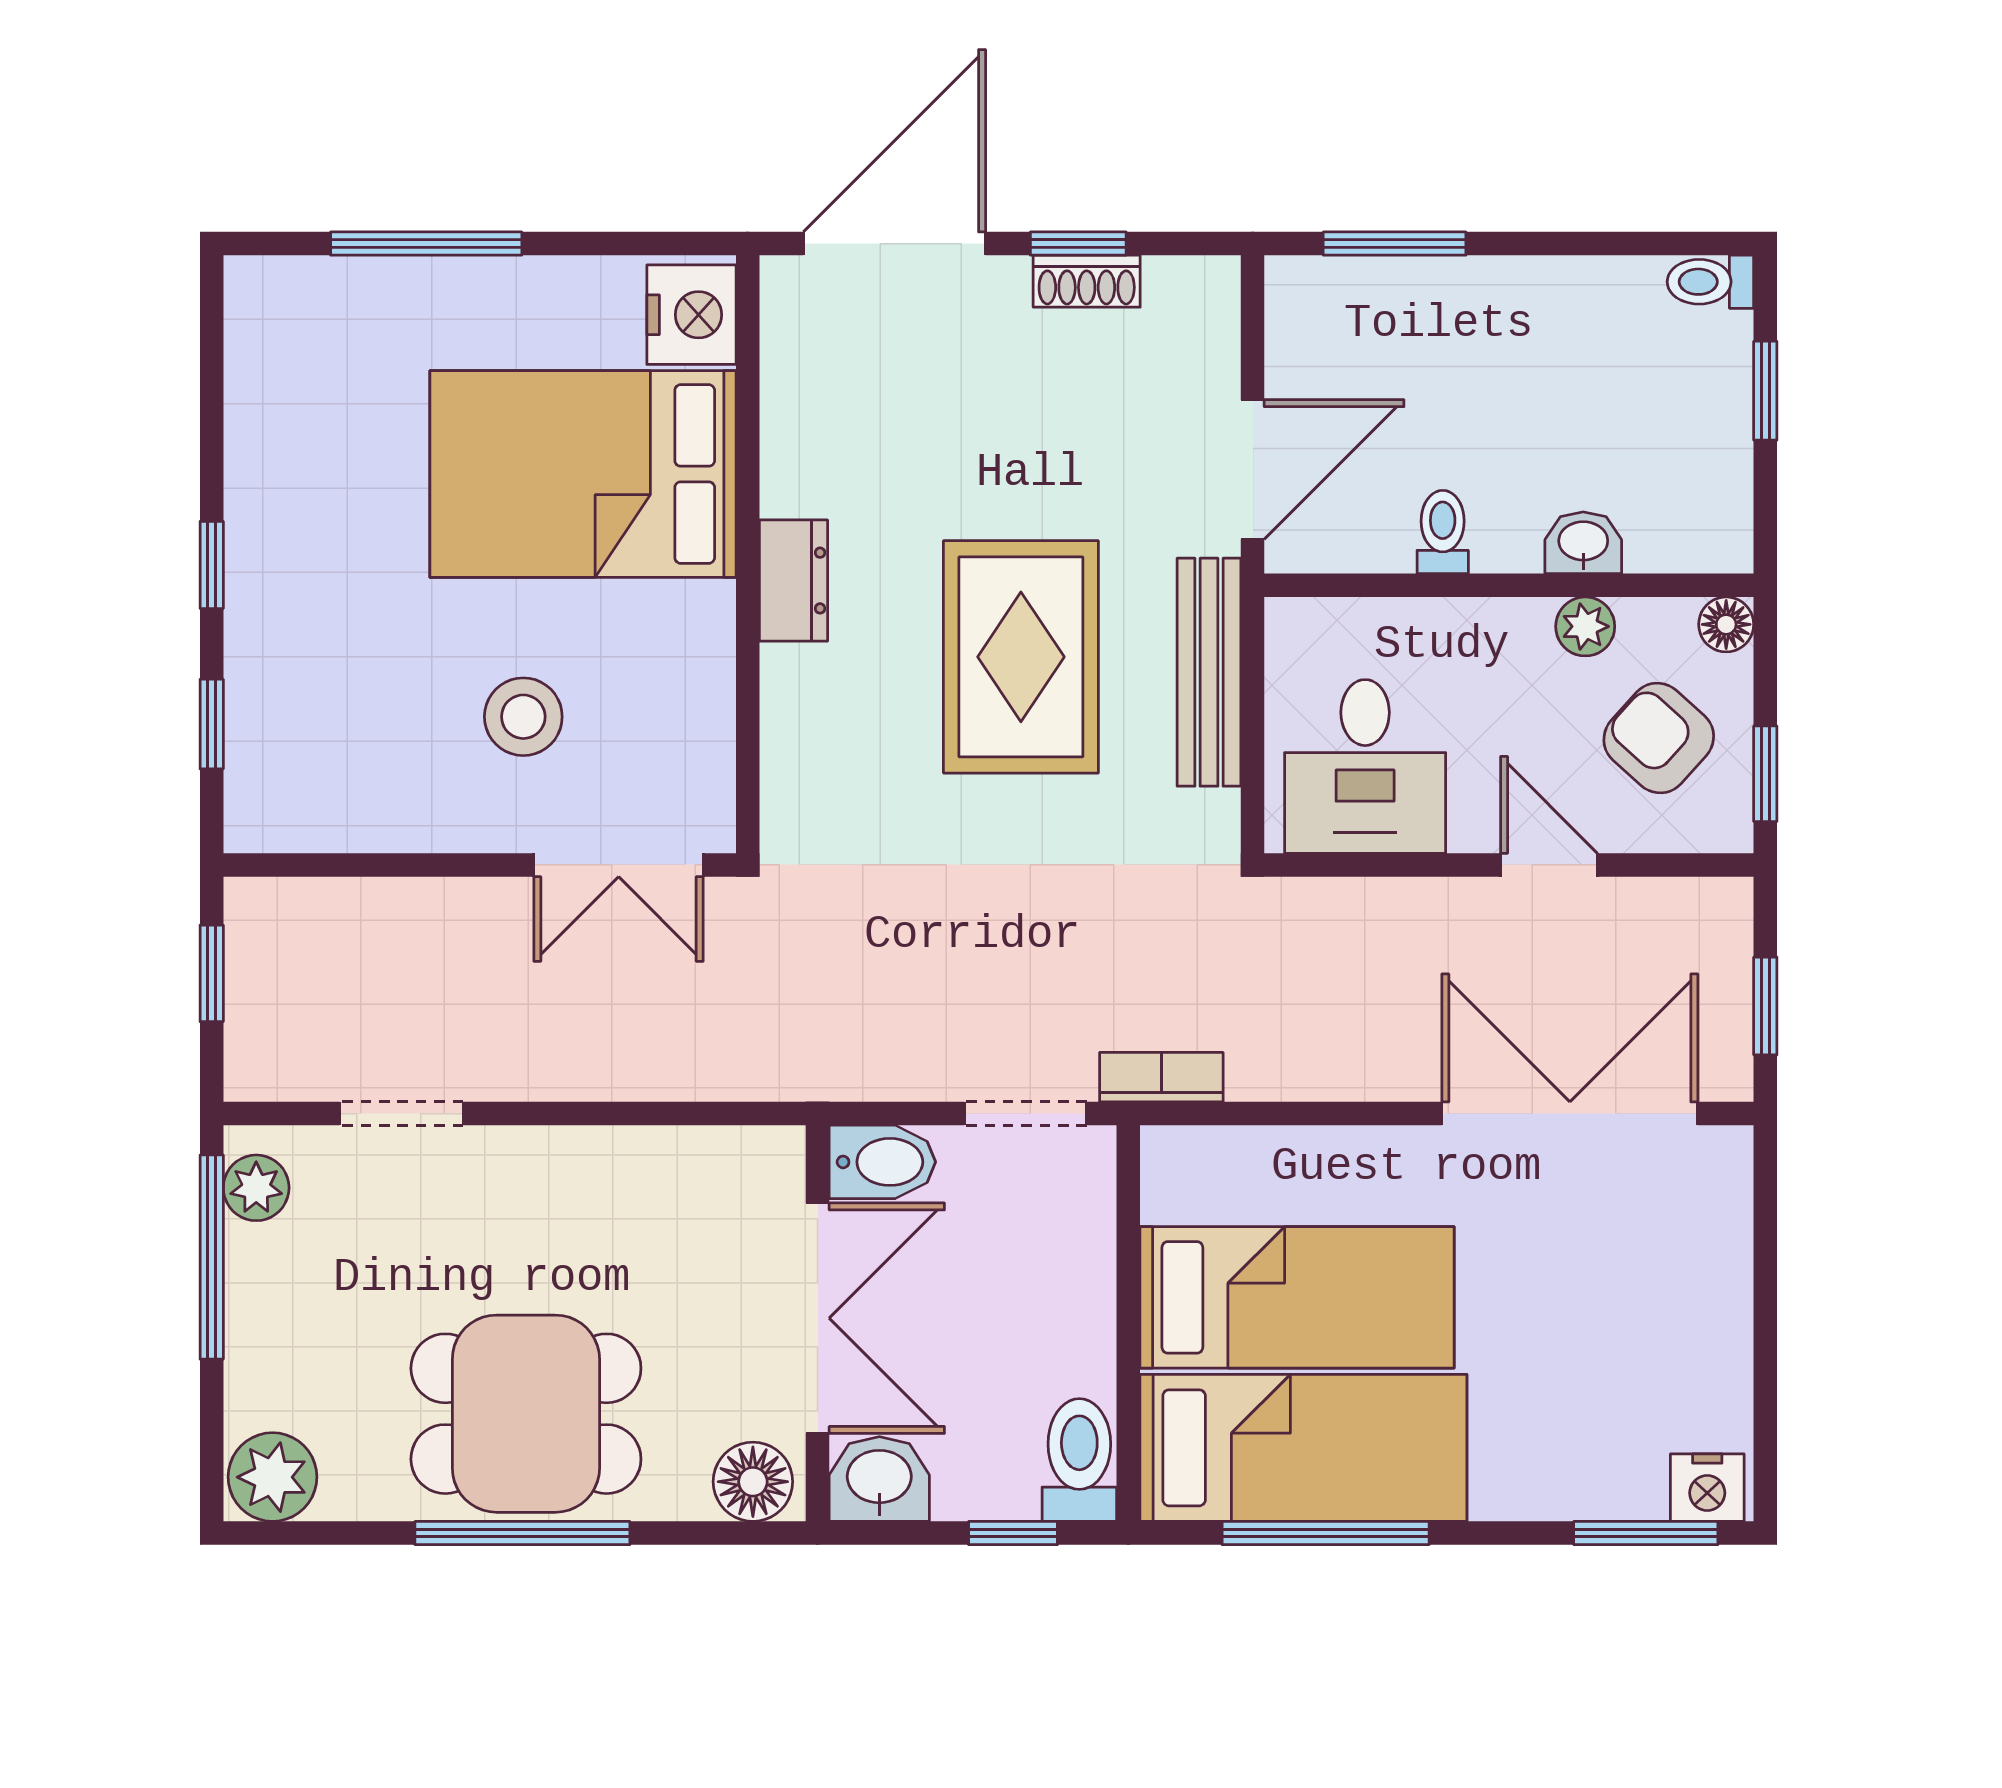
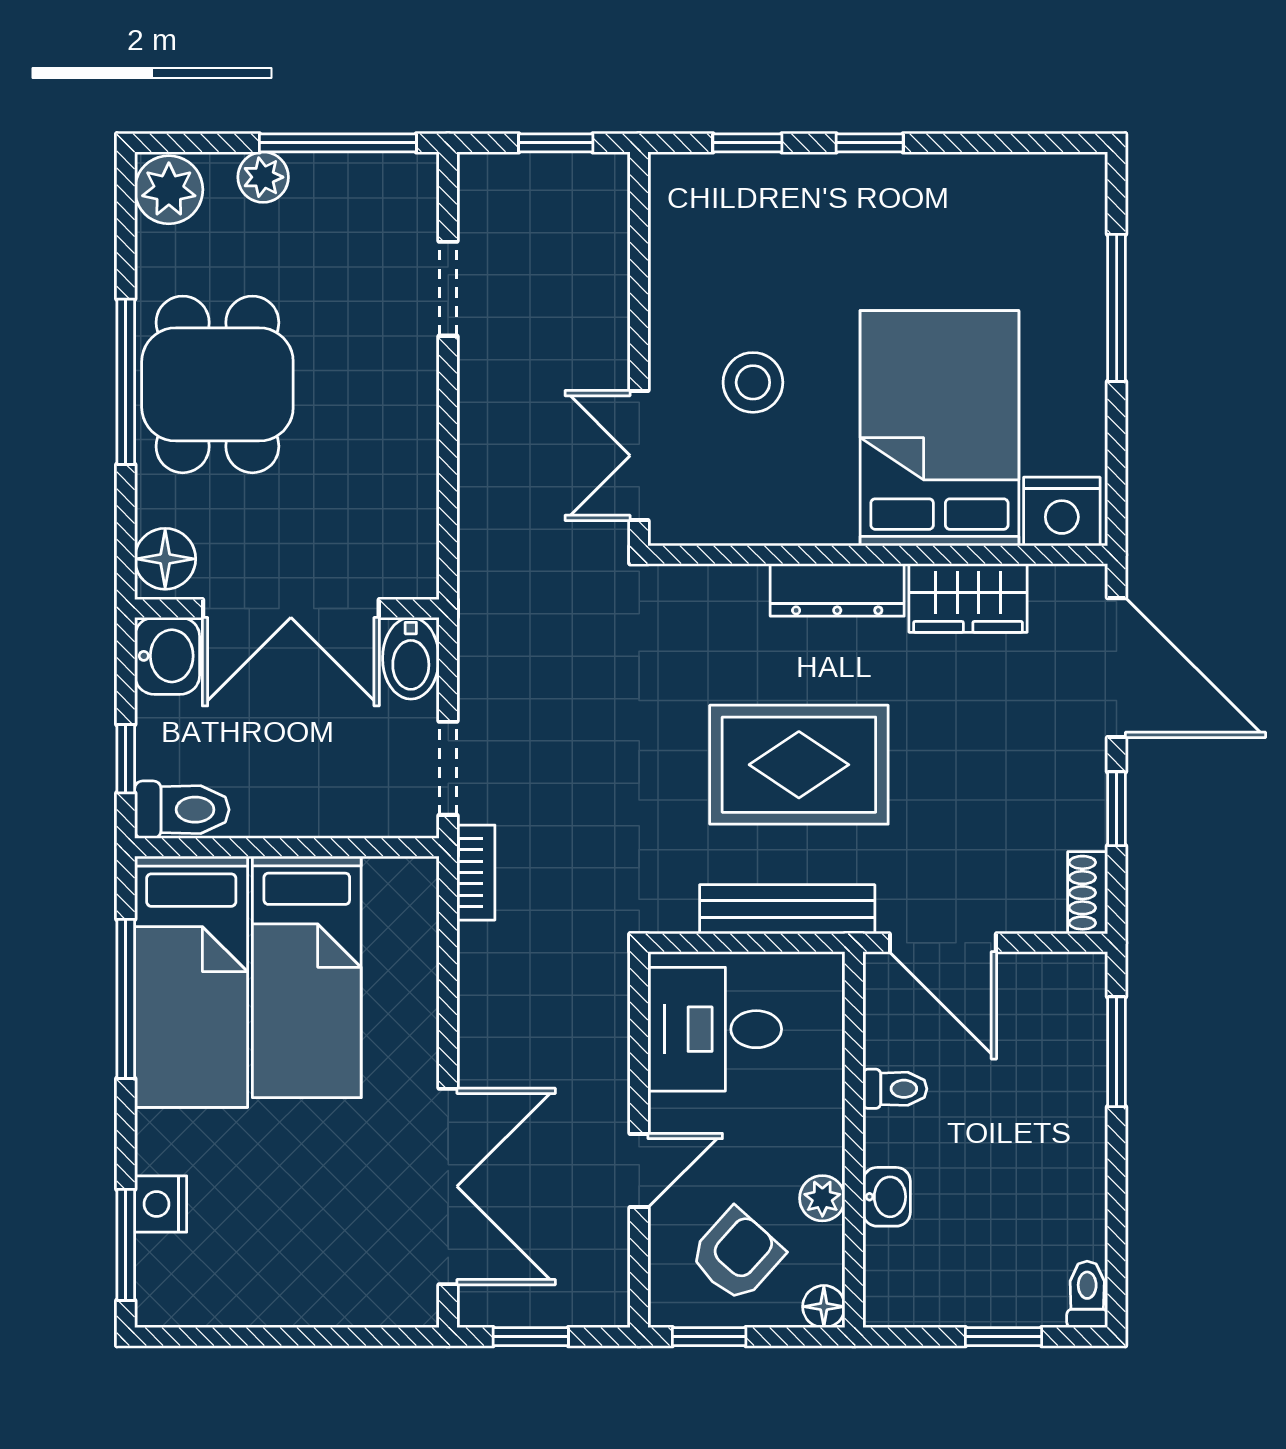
shoe rack: (1087, 281) -> (1088, 893), moved
wardrobe: (804, 437) -> (968, 598), added
dresser: (793, 581) -> (837, 590), width x1.44
plant: (256, 1188) -> (263, 177), moved
nightstand: (1707, 1488) -> (161, 1204), moved

